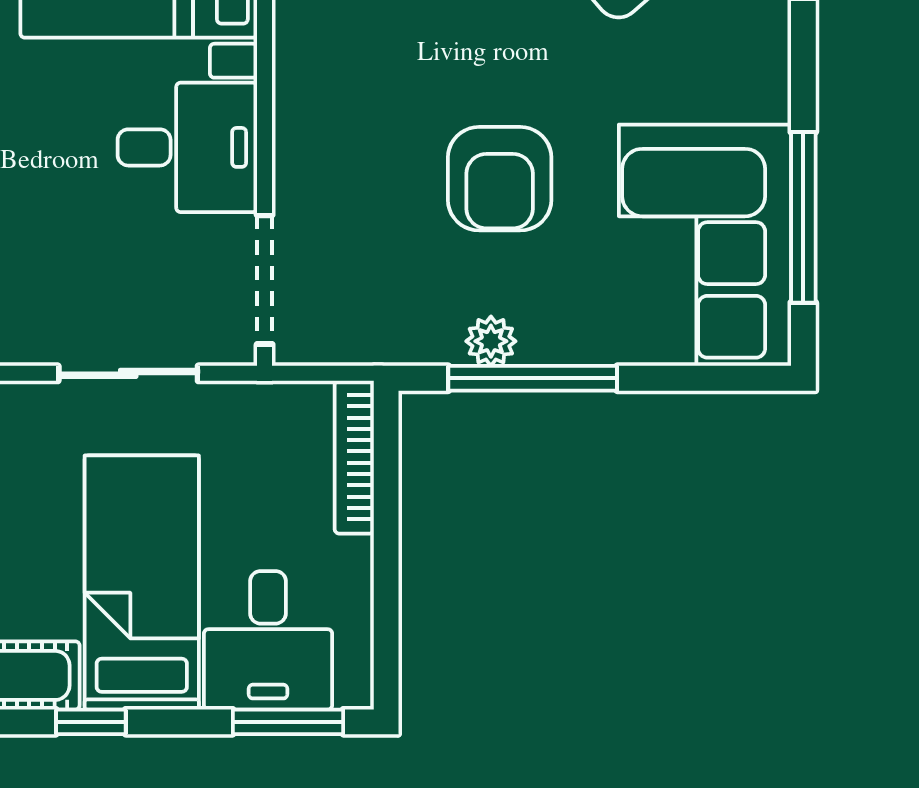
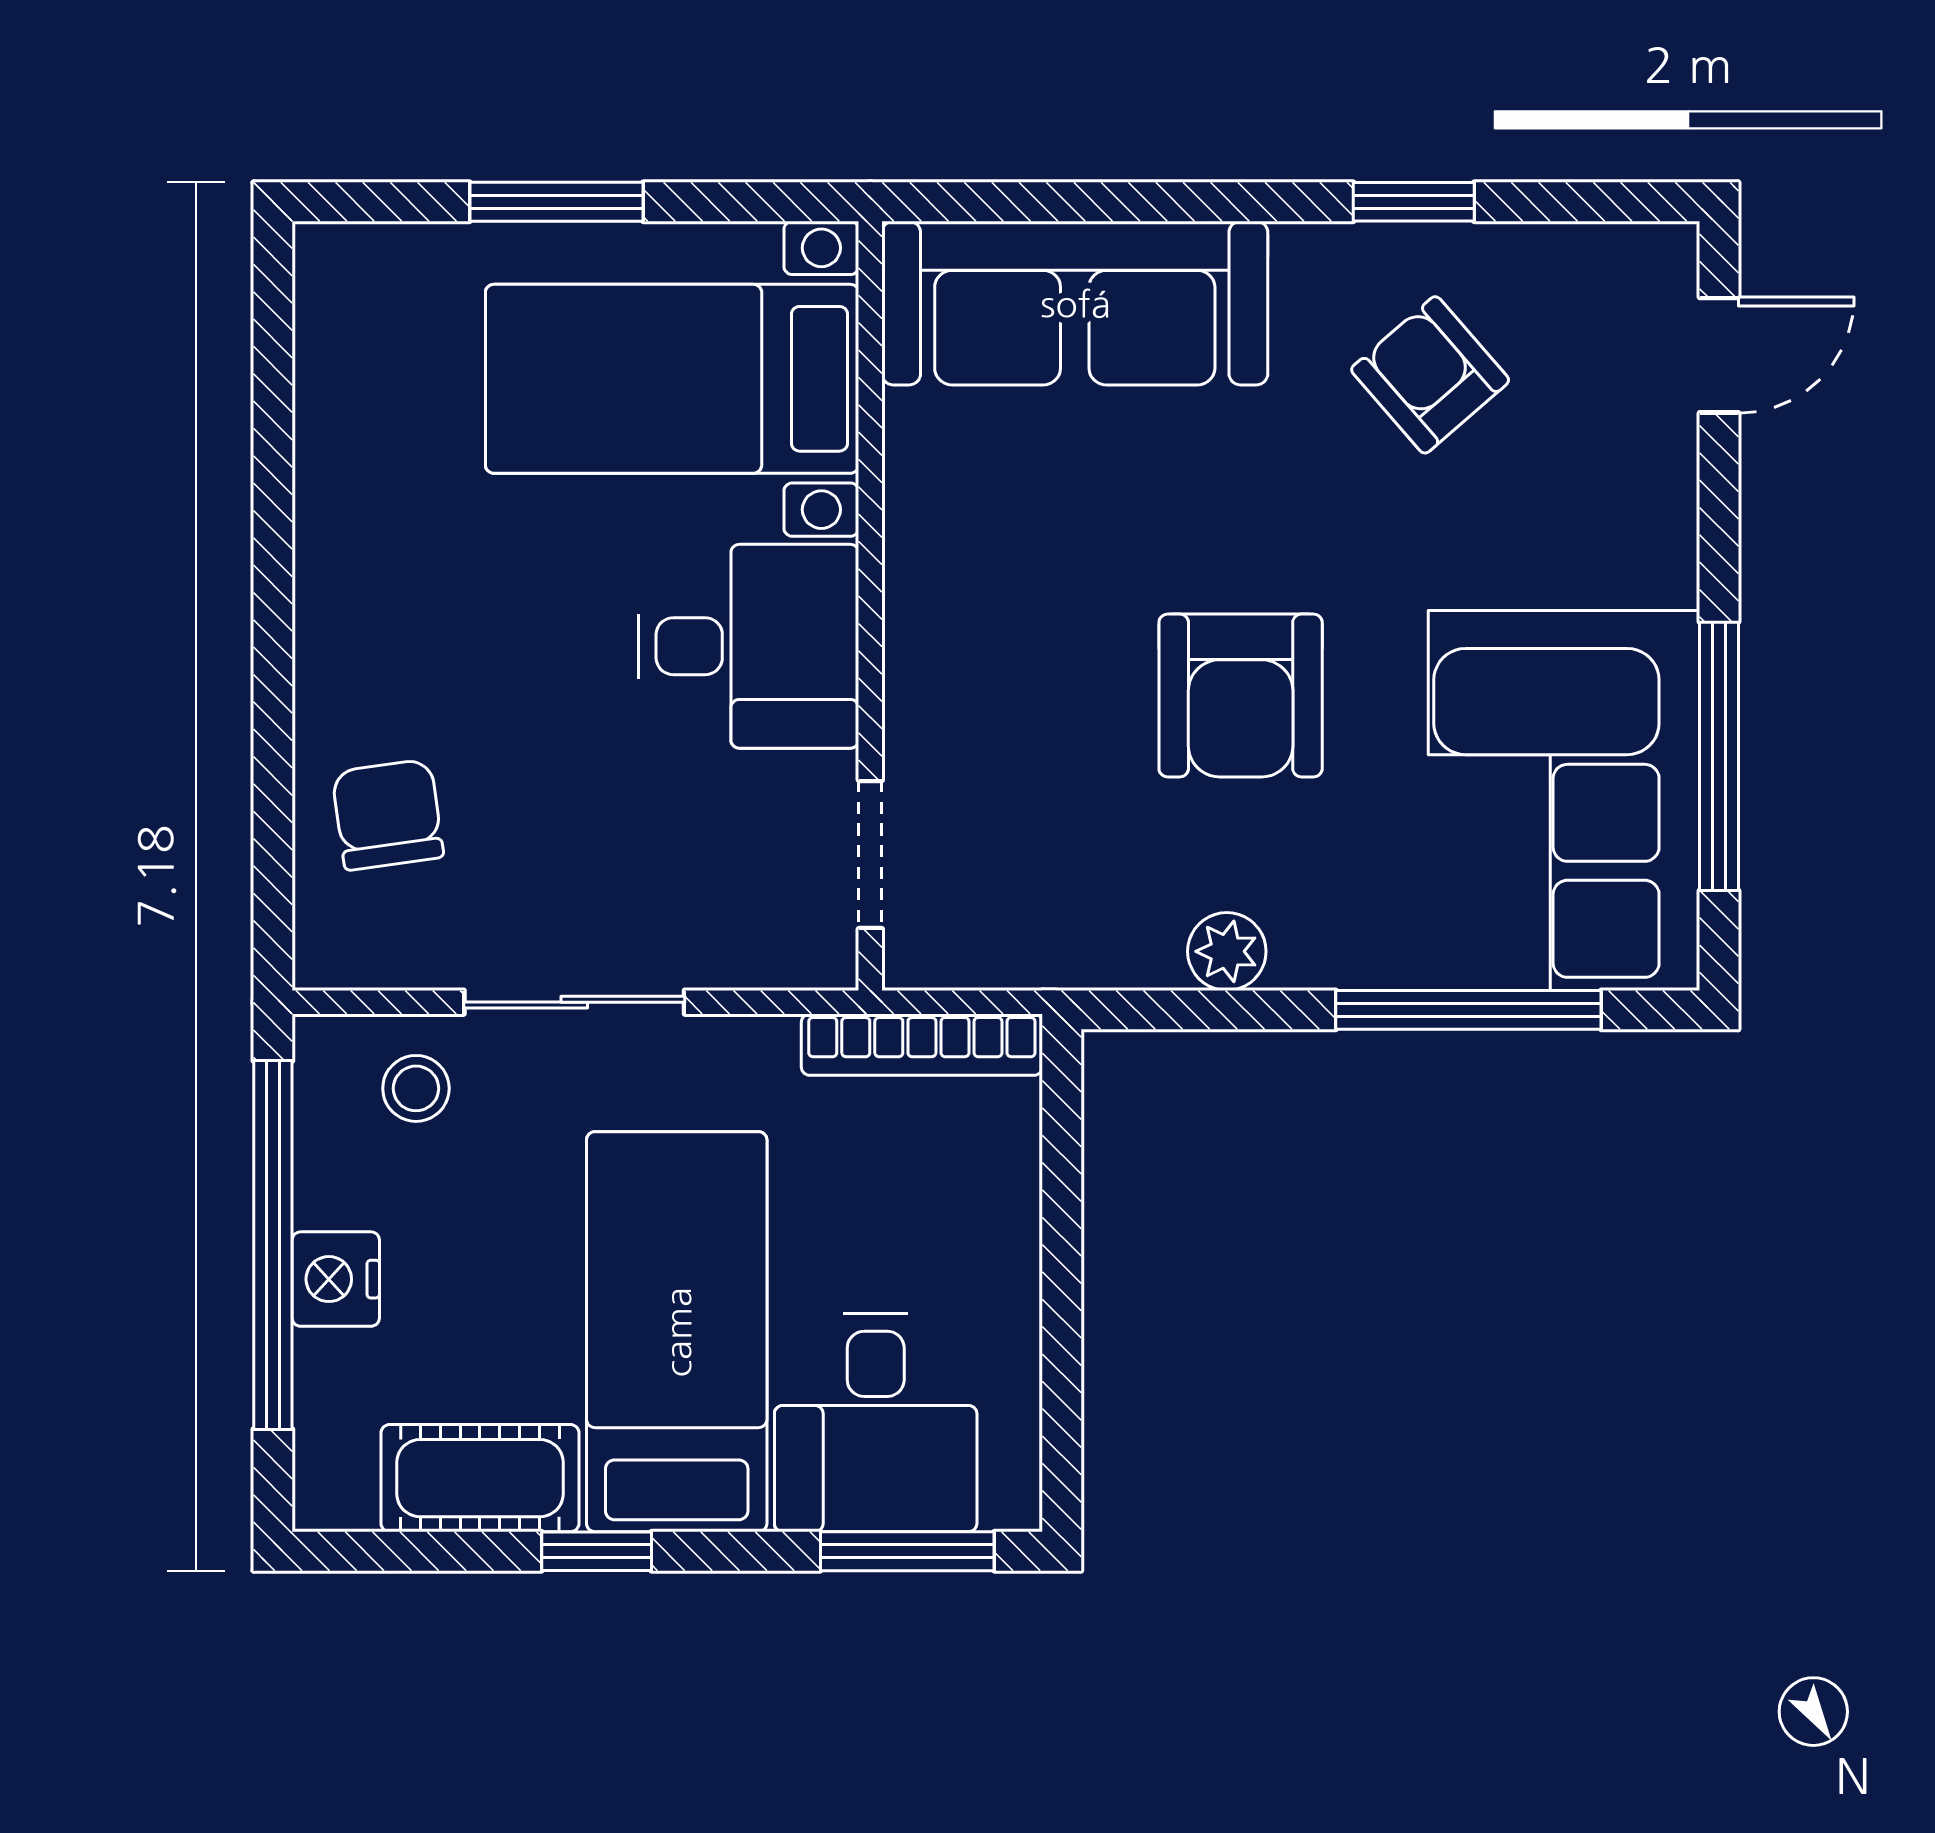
doorway: (265, 280) -> (870, 855), width x0.73
sliding door: (128, 373) -> (574, 1002), moved
window: (533, 378) -> (1468, 1010), moved
bookcase: (354, 457) -> (922, 1045), moved, turned -90

